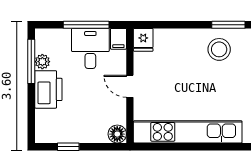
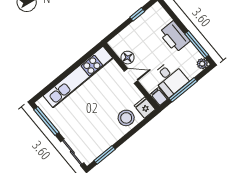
stool: (219, 49) -> (126, 118), moved
plant: (42, 62) -> (202, 64), moved
floor lamp: (117, 134) -> (128, 58), moved

